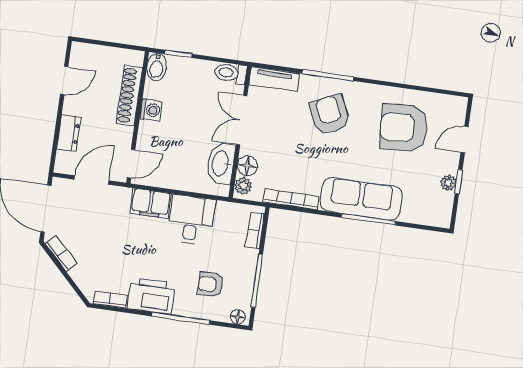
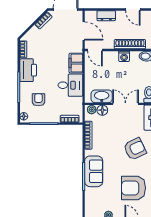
armchair: (404, 128) -> (133, 188), turned -86
sofa: (361, 199) -> (94, 171), width x0.73

